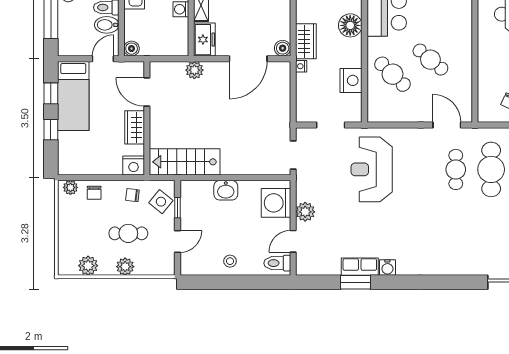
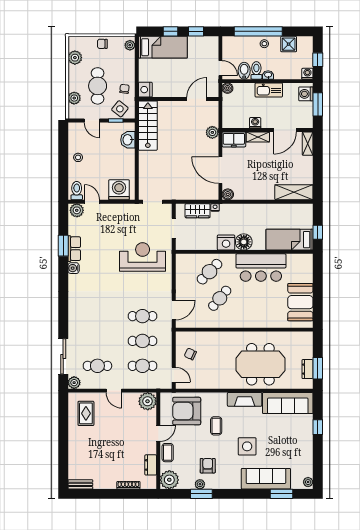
wardrobe: (306, 41) -> (198, 211), moved
nightstand: (351, 80) -> (226, 242), moved
bed: (73, 96) -> (163, 47), moved, turned 180
wardrobe: (135, 127) -> (172, 90), removed
cafe table: (491, 169) -> (142, 341), width x0.73, depth x0.74
washbasin: (226, 190) -> (128, 140), moved
chair: (94, 193) -> (102, 44), moved
plant: (305, 212) -> (77, 210), moved
cafe table: (128, 233) -> (98, 86), width x1.37, depth x1.35
plant: (125, 267) -> (74, 98), moved

